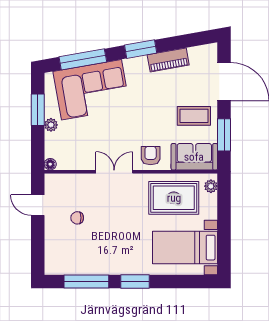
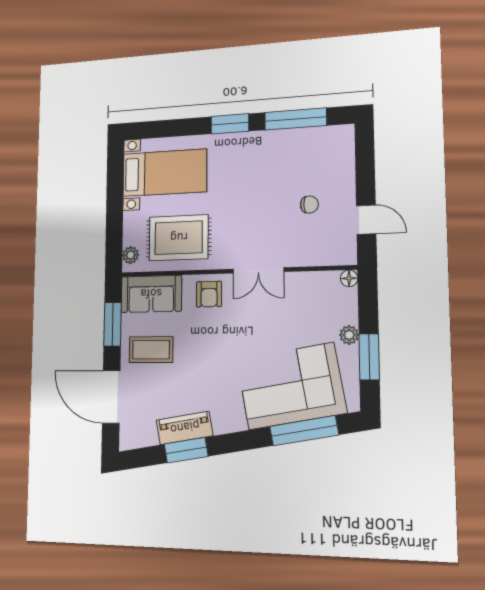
window: (141, 49) -> (186, 450), moved

